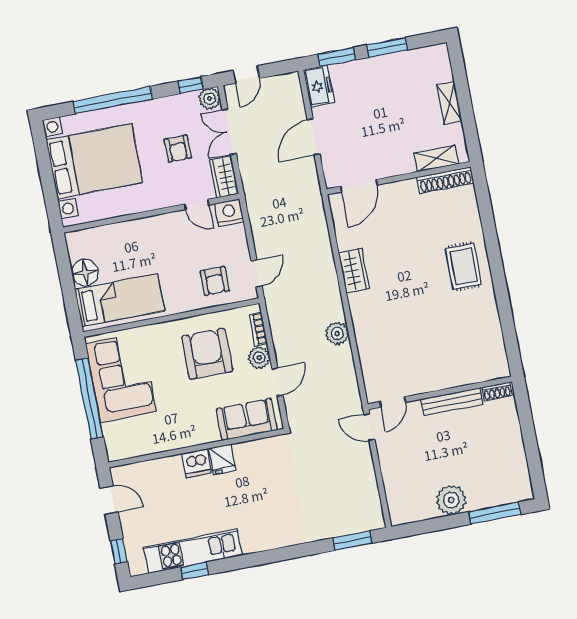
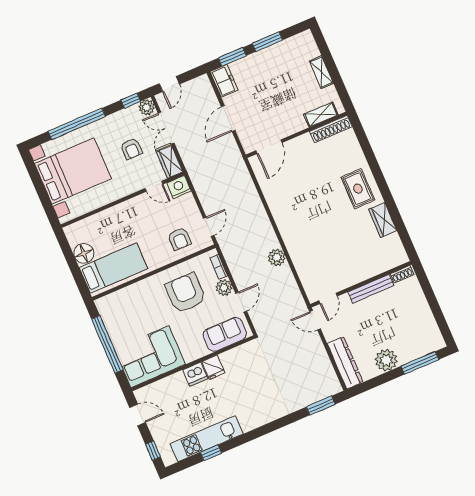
wardrobe: (354, 271) -> (383, 220), moved, turned 180
corner sofa: (121, 378) -> (150, 357), moved, turned -90
dresser: (397, 492) -> (345, 363), added

